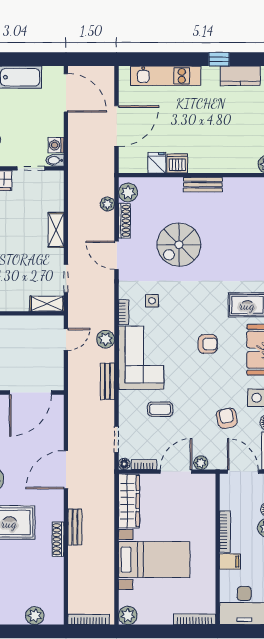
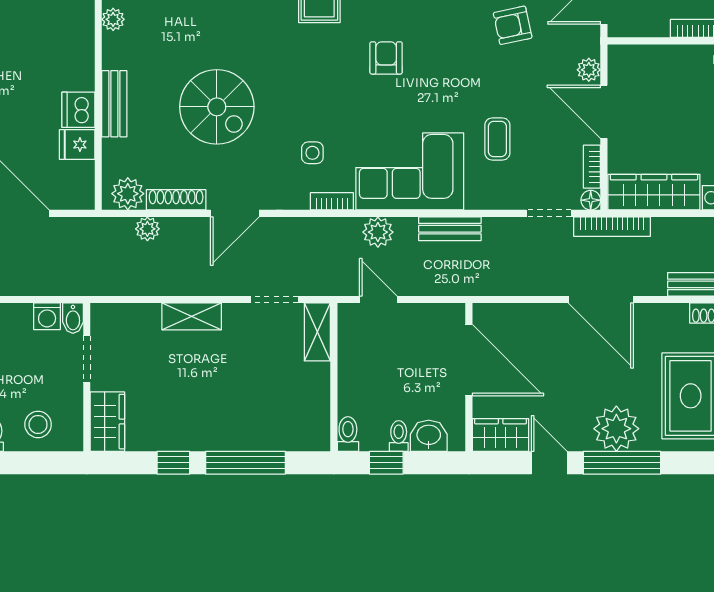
plant: (230, 184) -> (113, 19), added
bench: (203, 185) -> (114, 104), moved
bookcase: (109, 476) -> (612, 227), added

